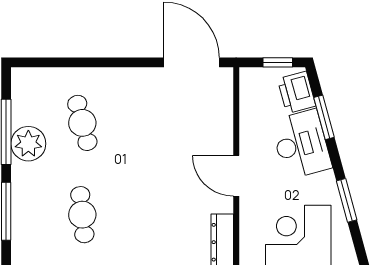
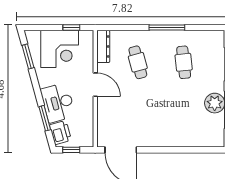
cafe table: (82, 123) -> (138, 62), moved
window: (347, 200) -> (28, 57), moved

